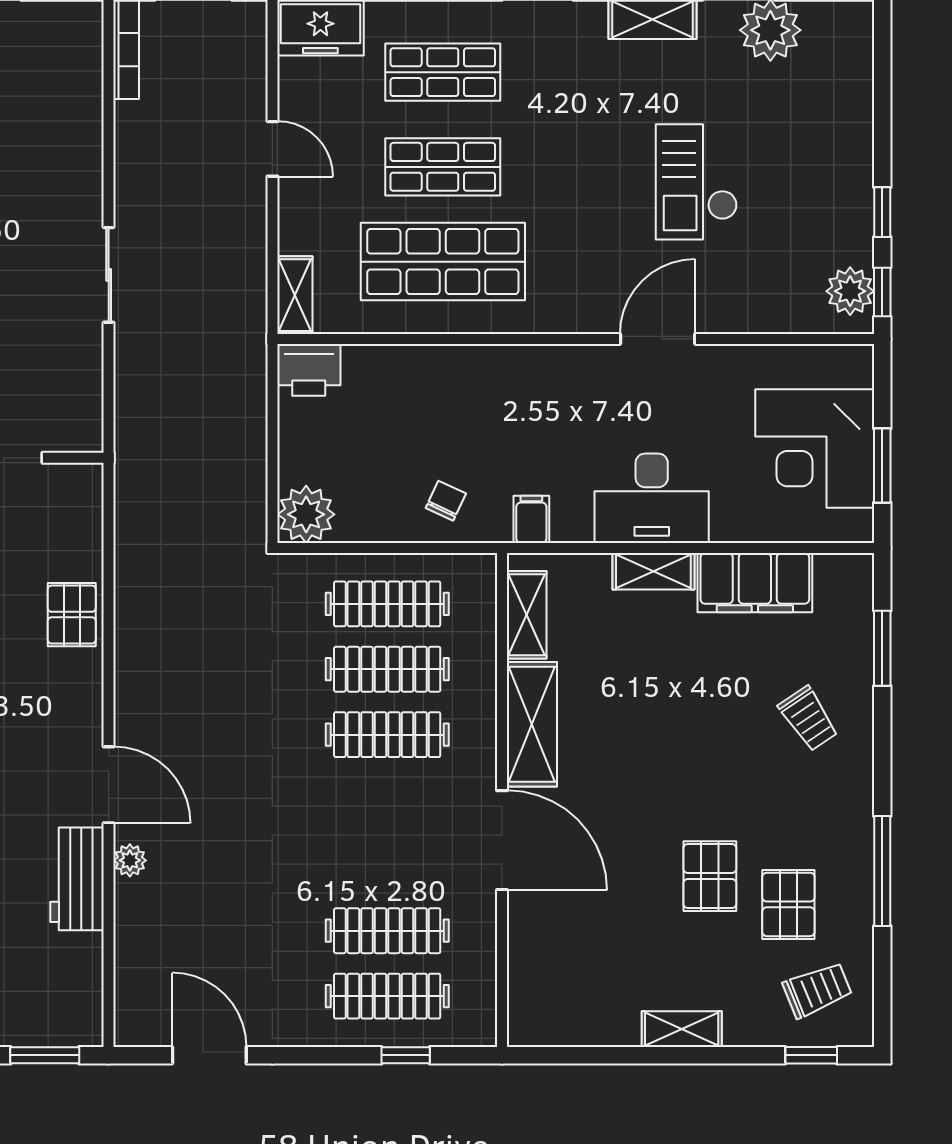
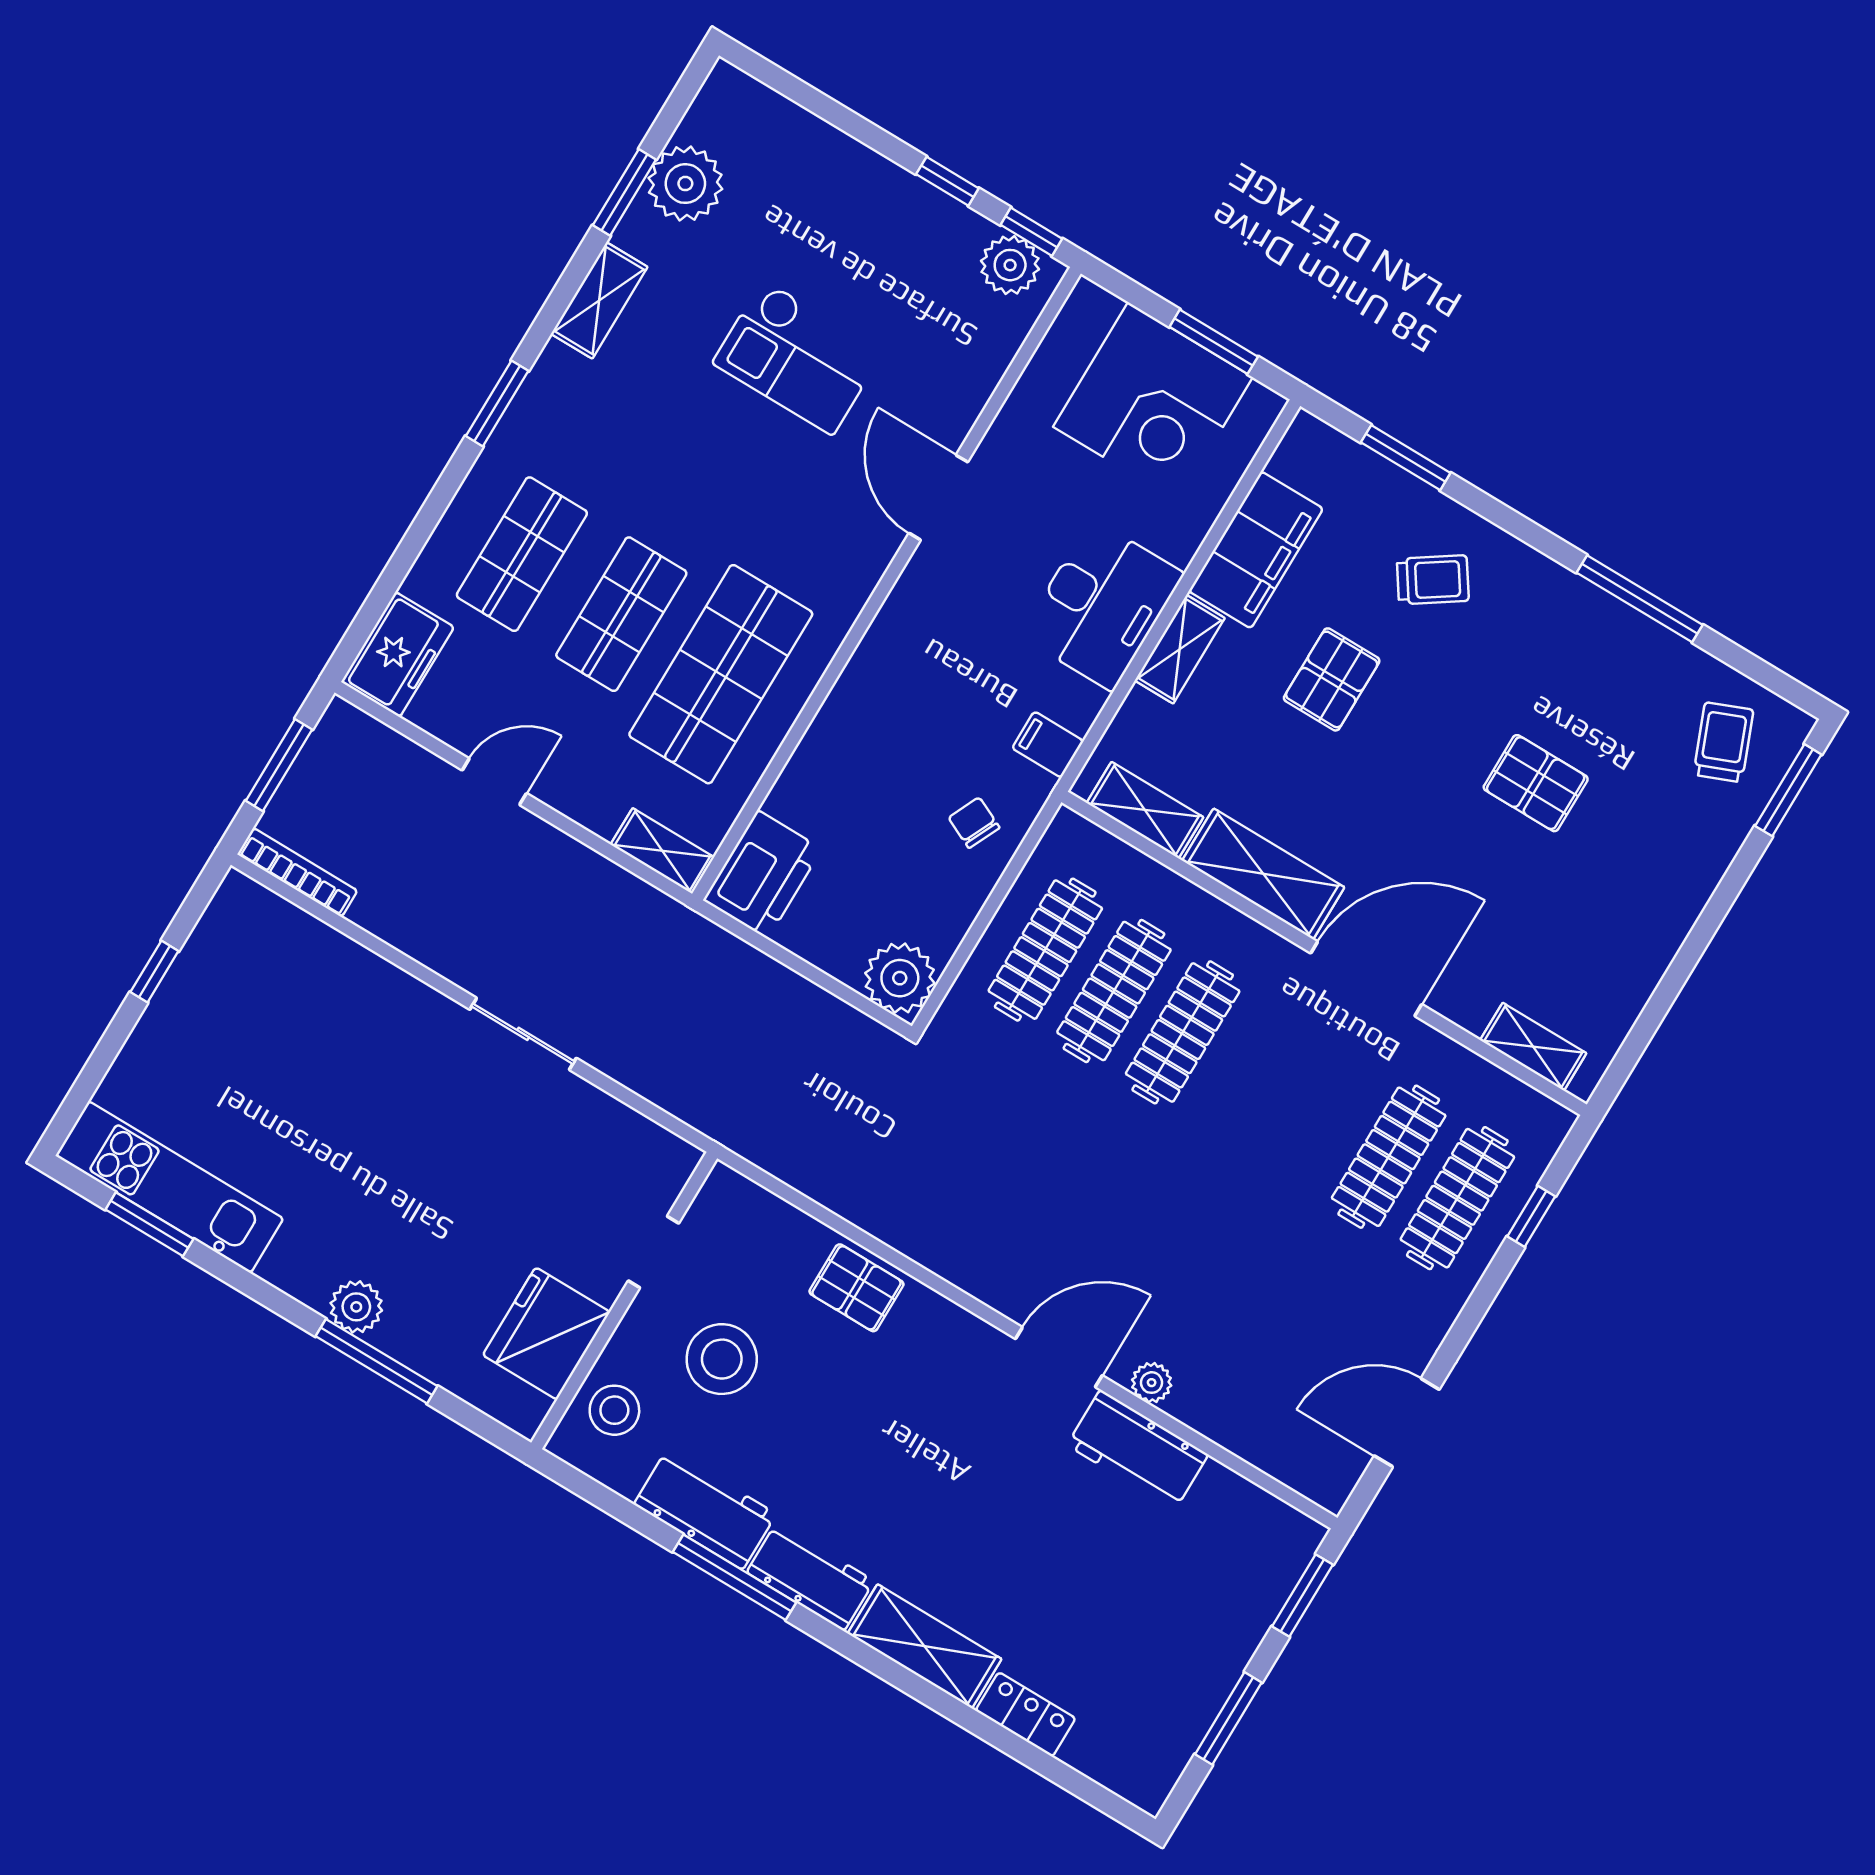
printer: (309, 370) -> (762, 874), width x1.37, depth x1.19
pallet: (788, 904) -> (1332, 679), moved, turned 90
shelving: (682, 1029) -> (1533, 1047), moved, turned 90
window: (811, 1055) -> (1788, 790), width x1.50

